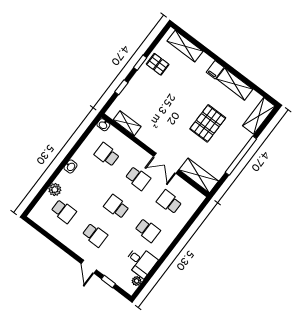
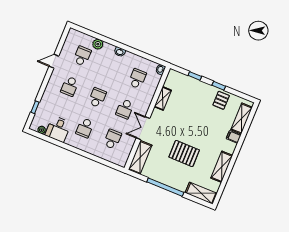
filing cabinet: (215, 70) -> (234, 137), moved
shelving: (127, 123) -> (163, 98), moved
school desk: (64, 211) -> (82, 56), turned 180
door: (89, 267) -> (54, 61), moved

